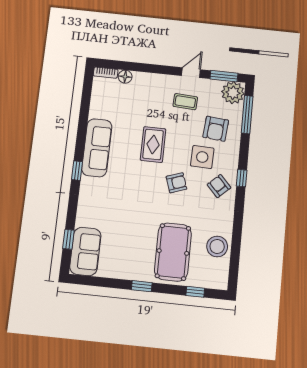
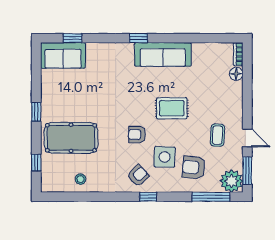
armchair: (176, 183) -> (137, 135), turned 109
stool: (217, 246) -> (80, 179), width x0.53, depth x0.53

